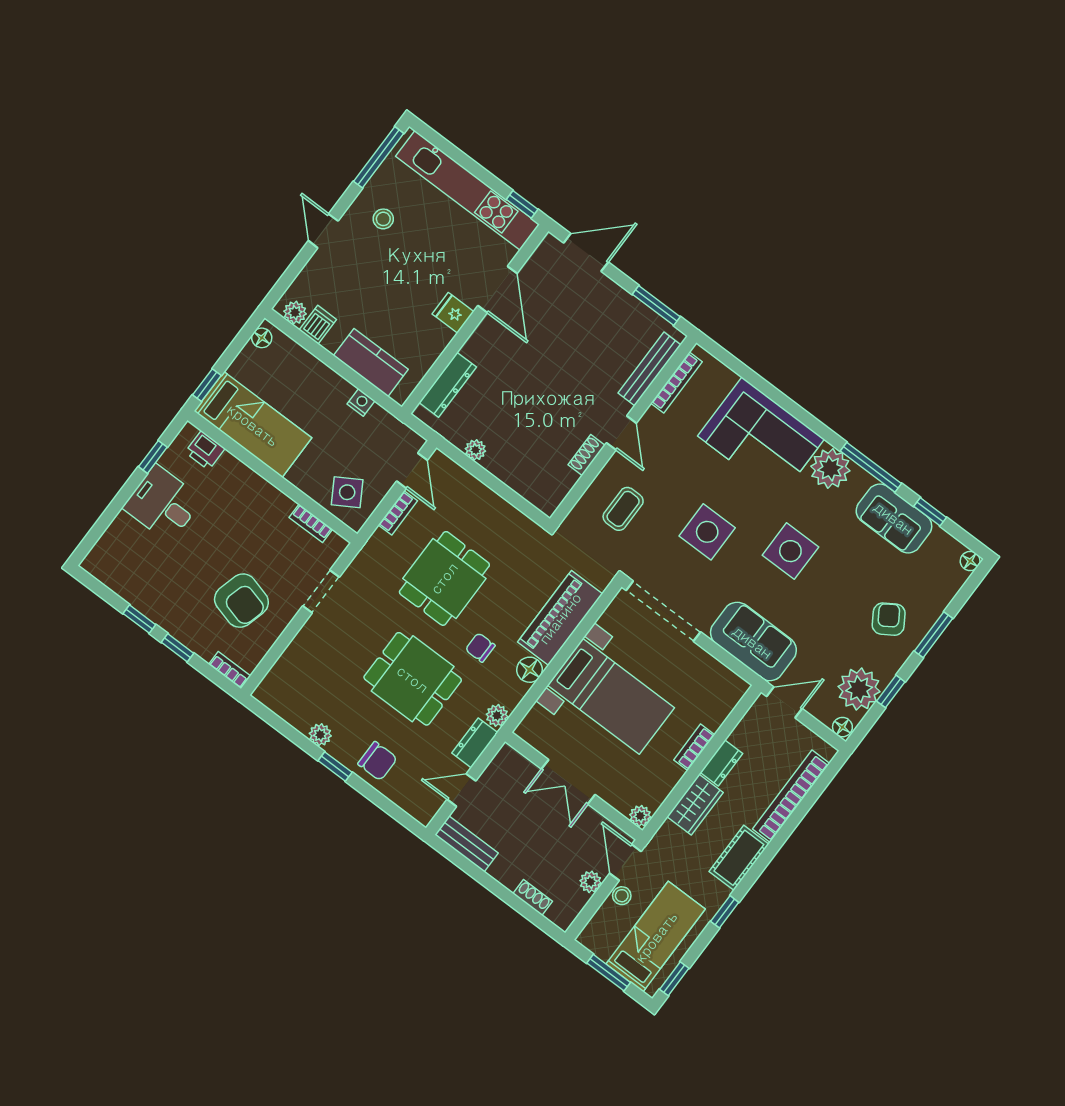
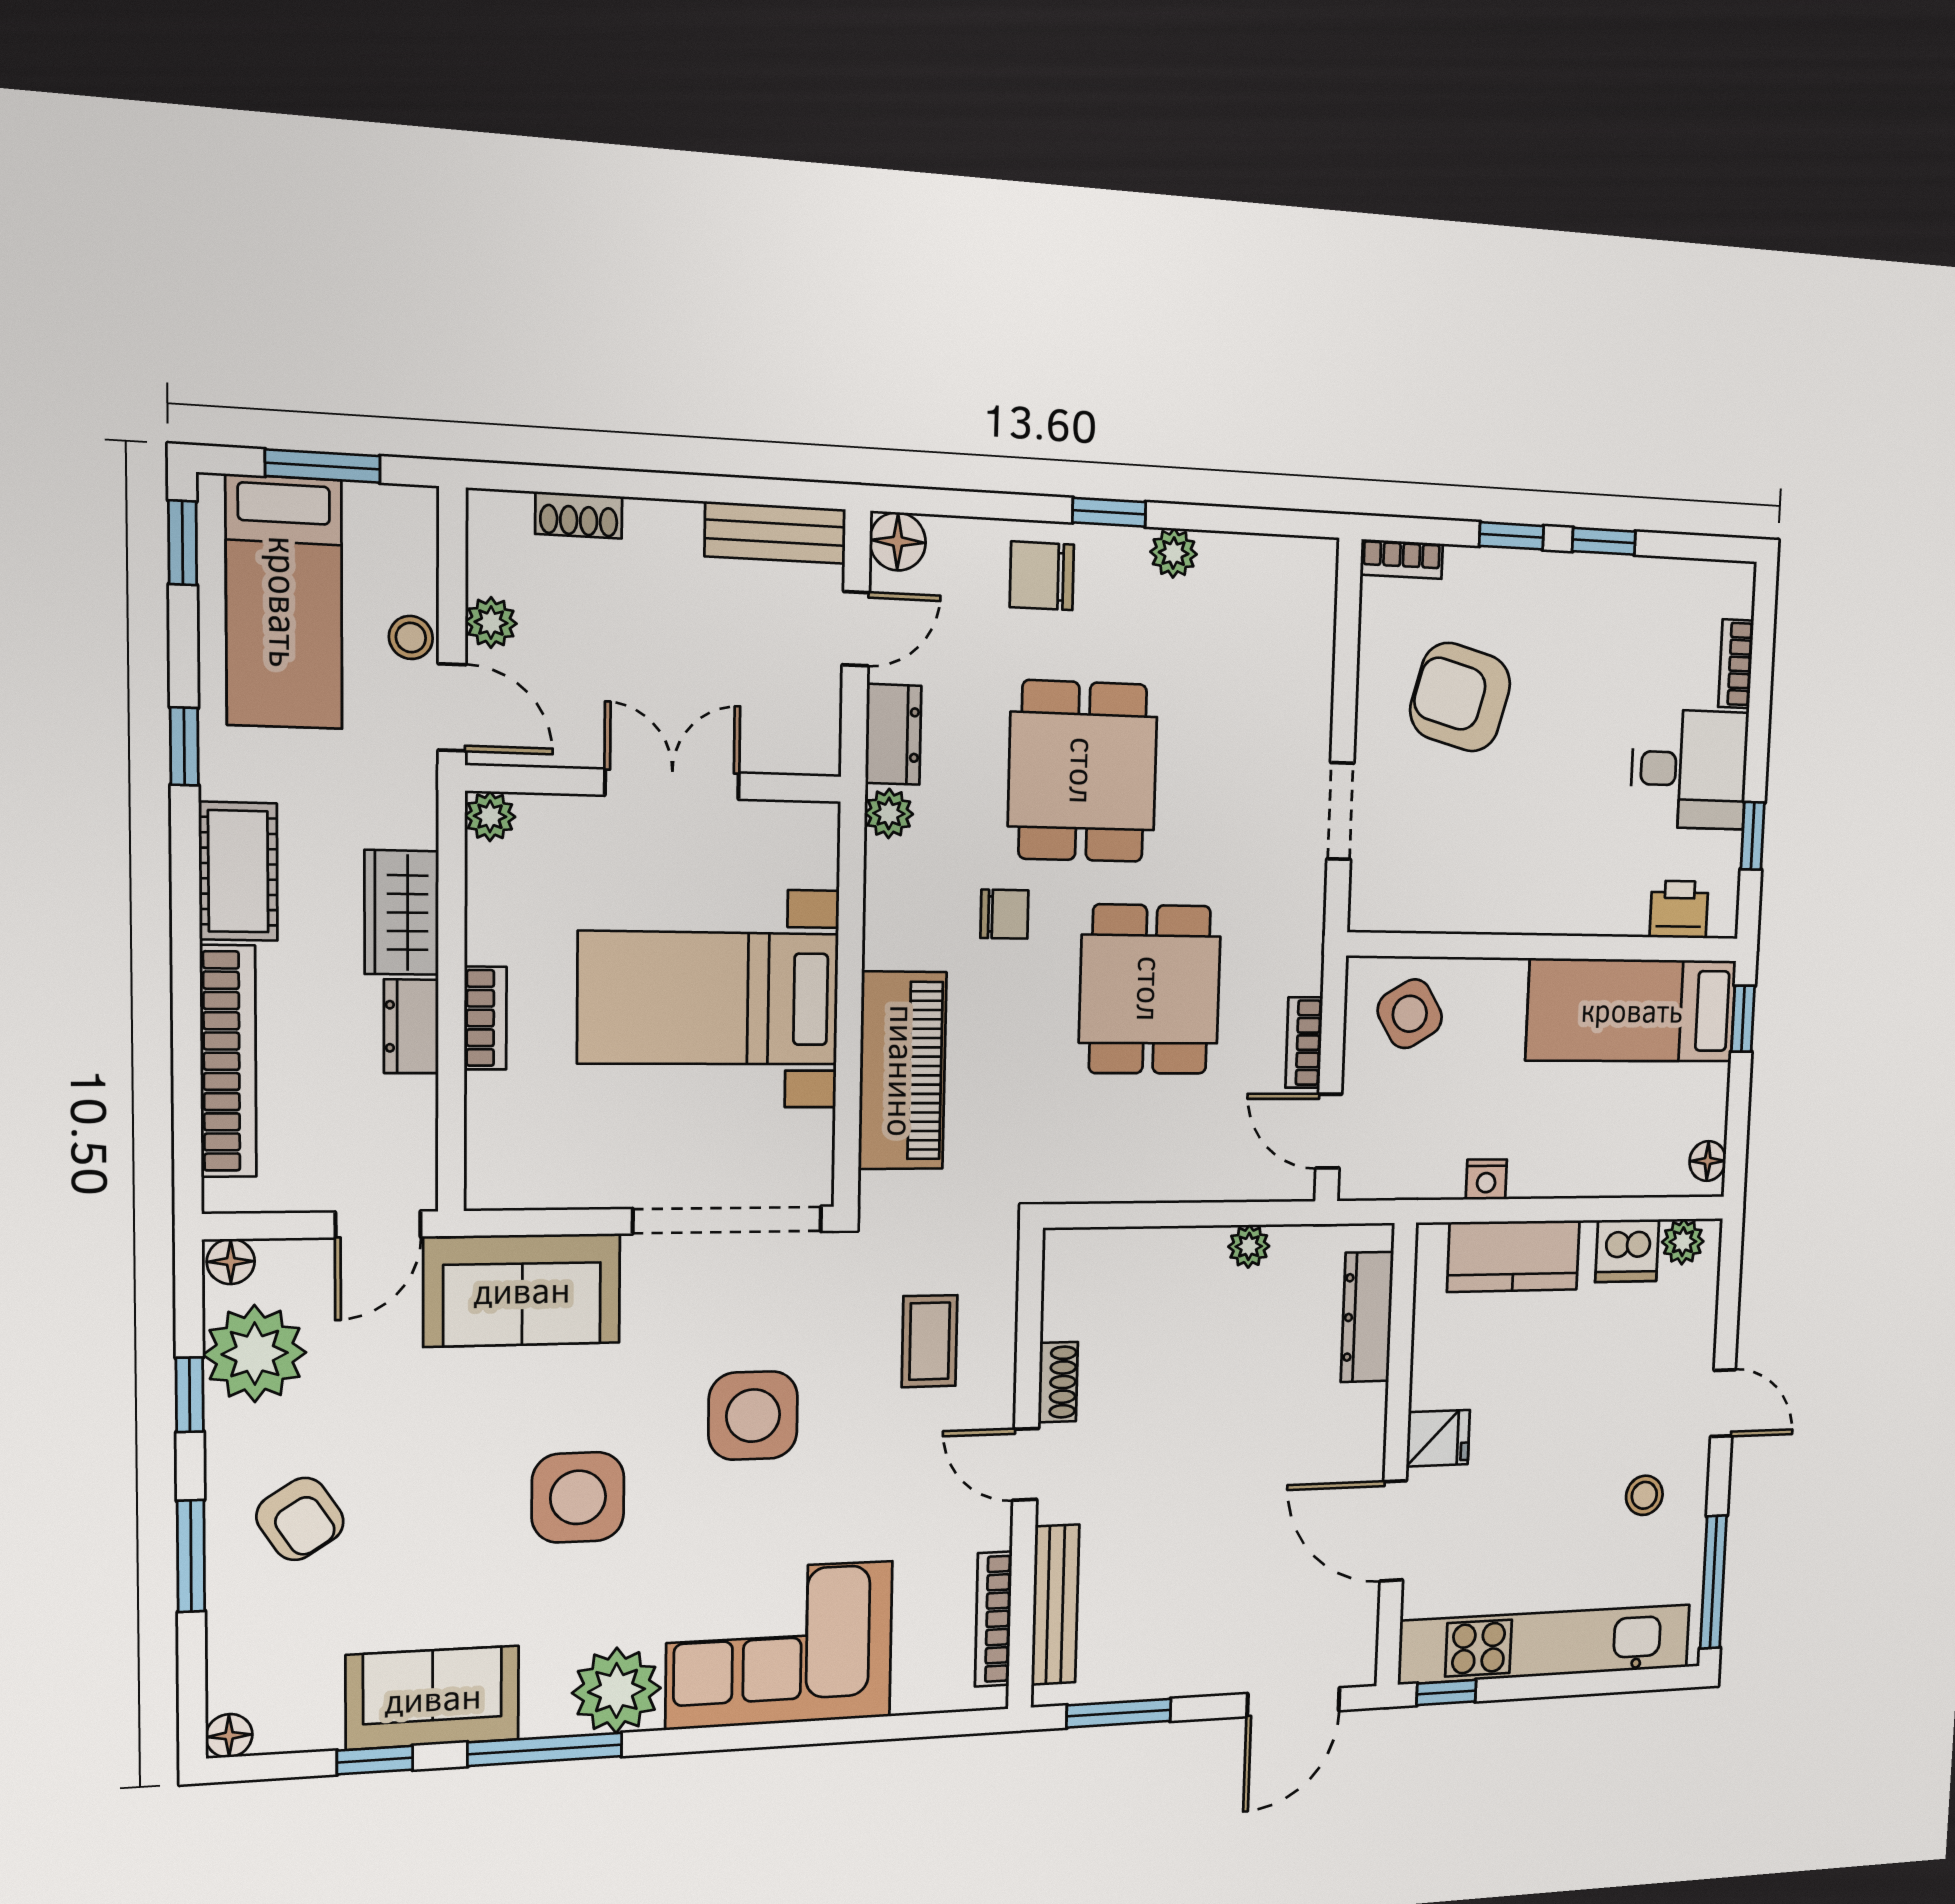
dishwasher: (318, 325) -> (1627, 1251), width x1.38
bookcase: (311, 523) -> (1736, 664), moved, turned -90
floor lamp: (529, 670) -> (898, 541), moved
dining table: (413, 679) -> (1083, 771), turned 90

